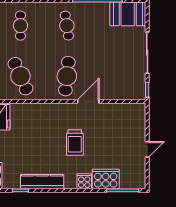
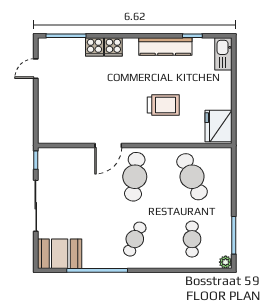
cafe table: (67, 26) -> (135, 239), turned 33
trolley: (75, 142) -> (163, 105), moved, turned 90
door: (147, 149) -> (36, 69), moved
cooker: (106, 179) -> (94, 47), width x0.53, depth x0.76

